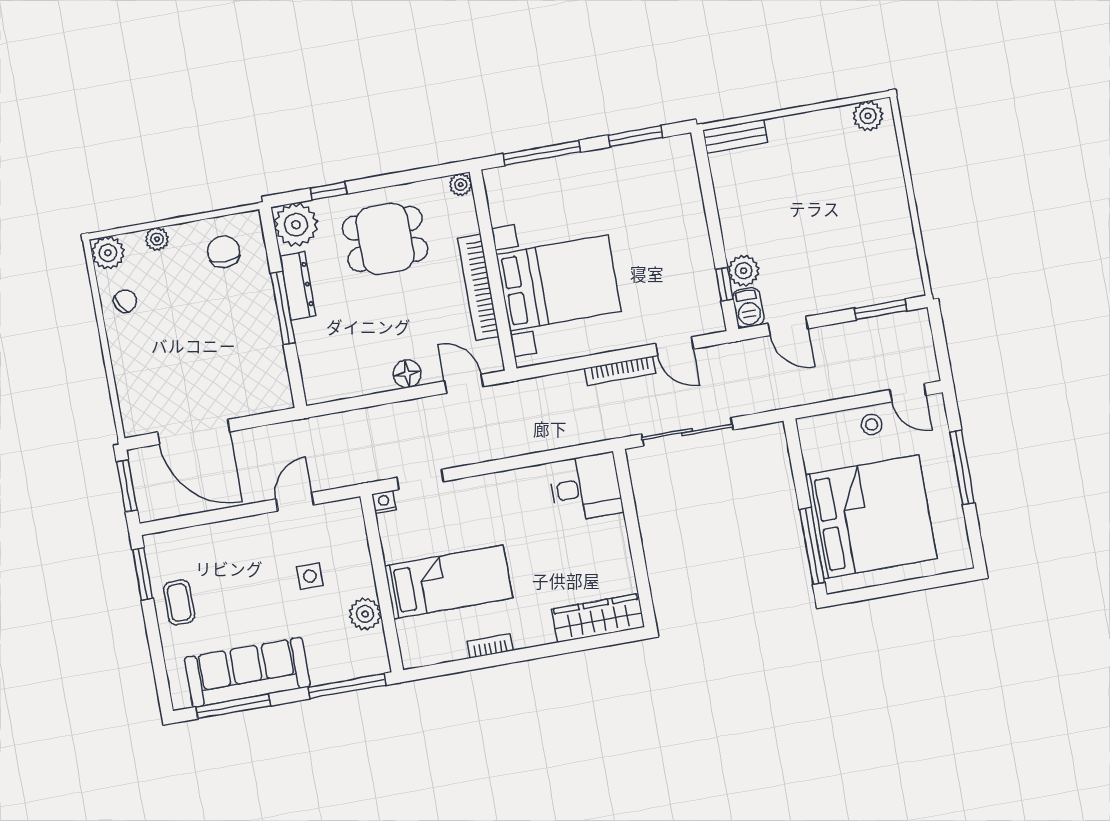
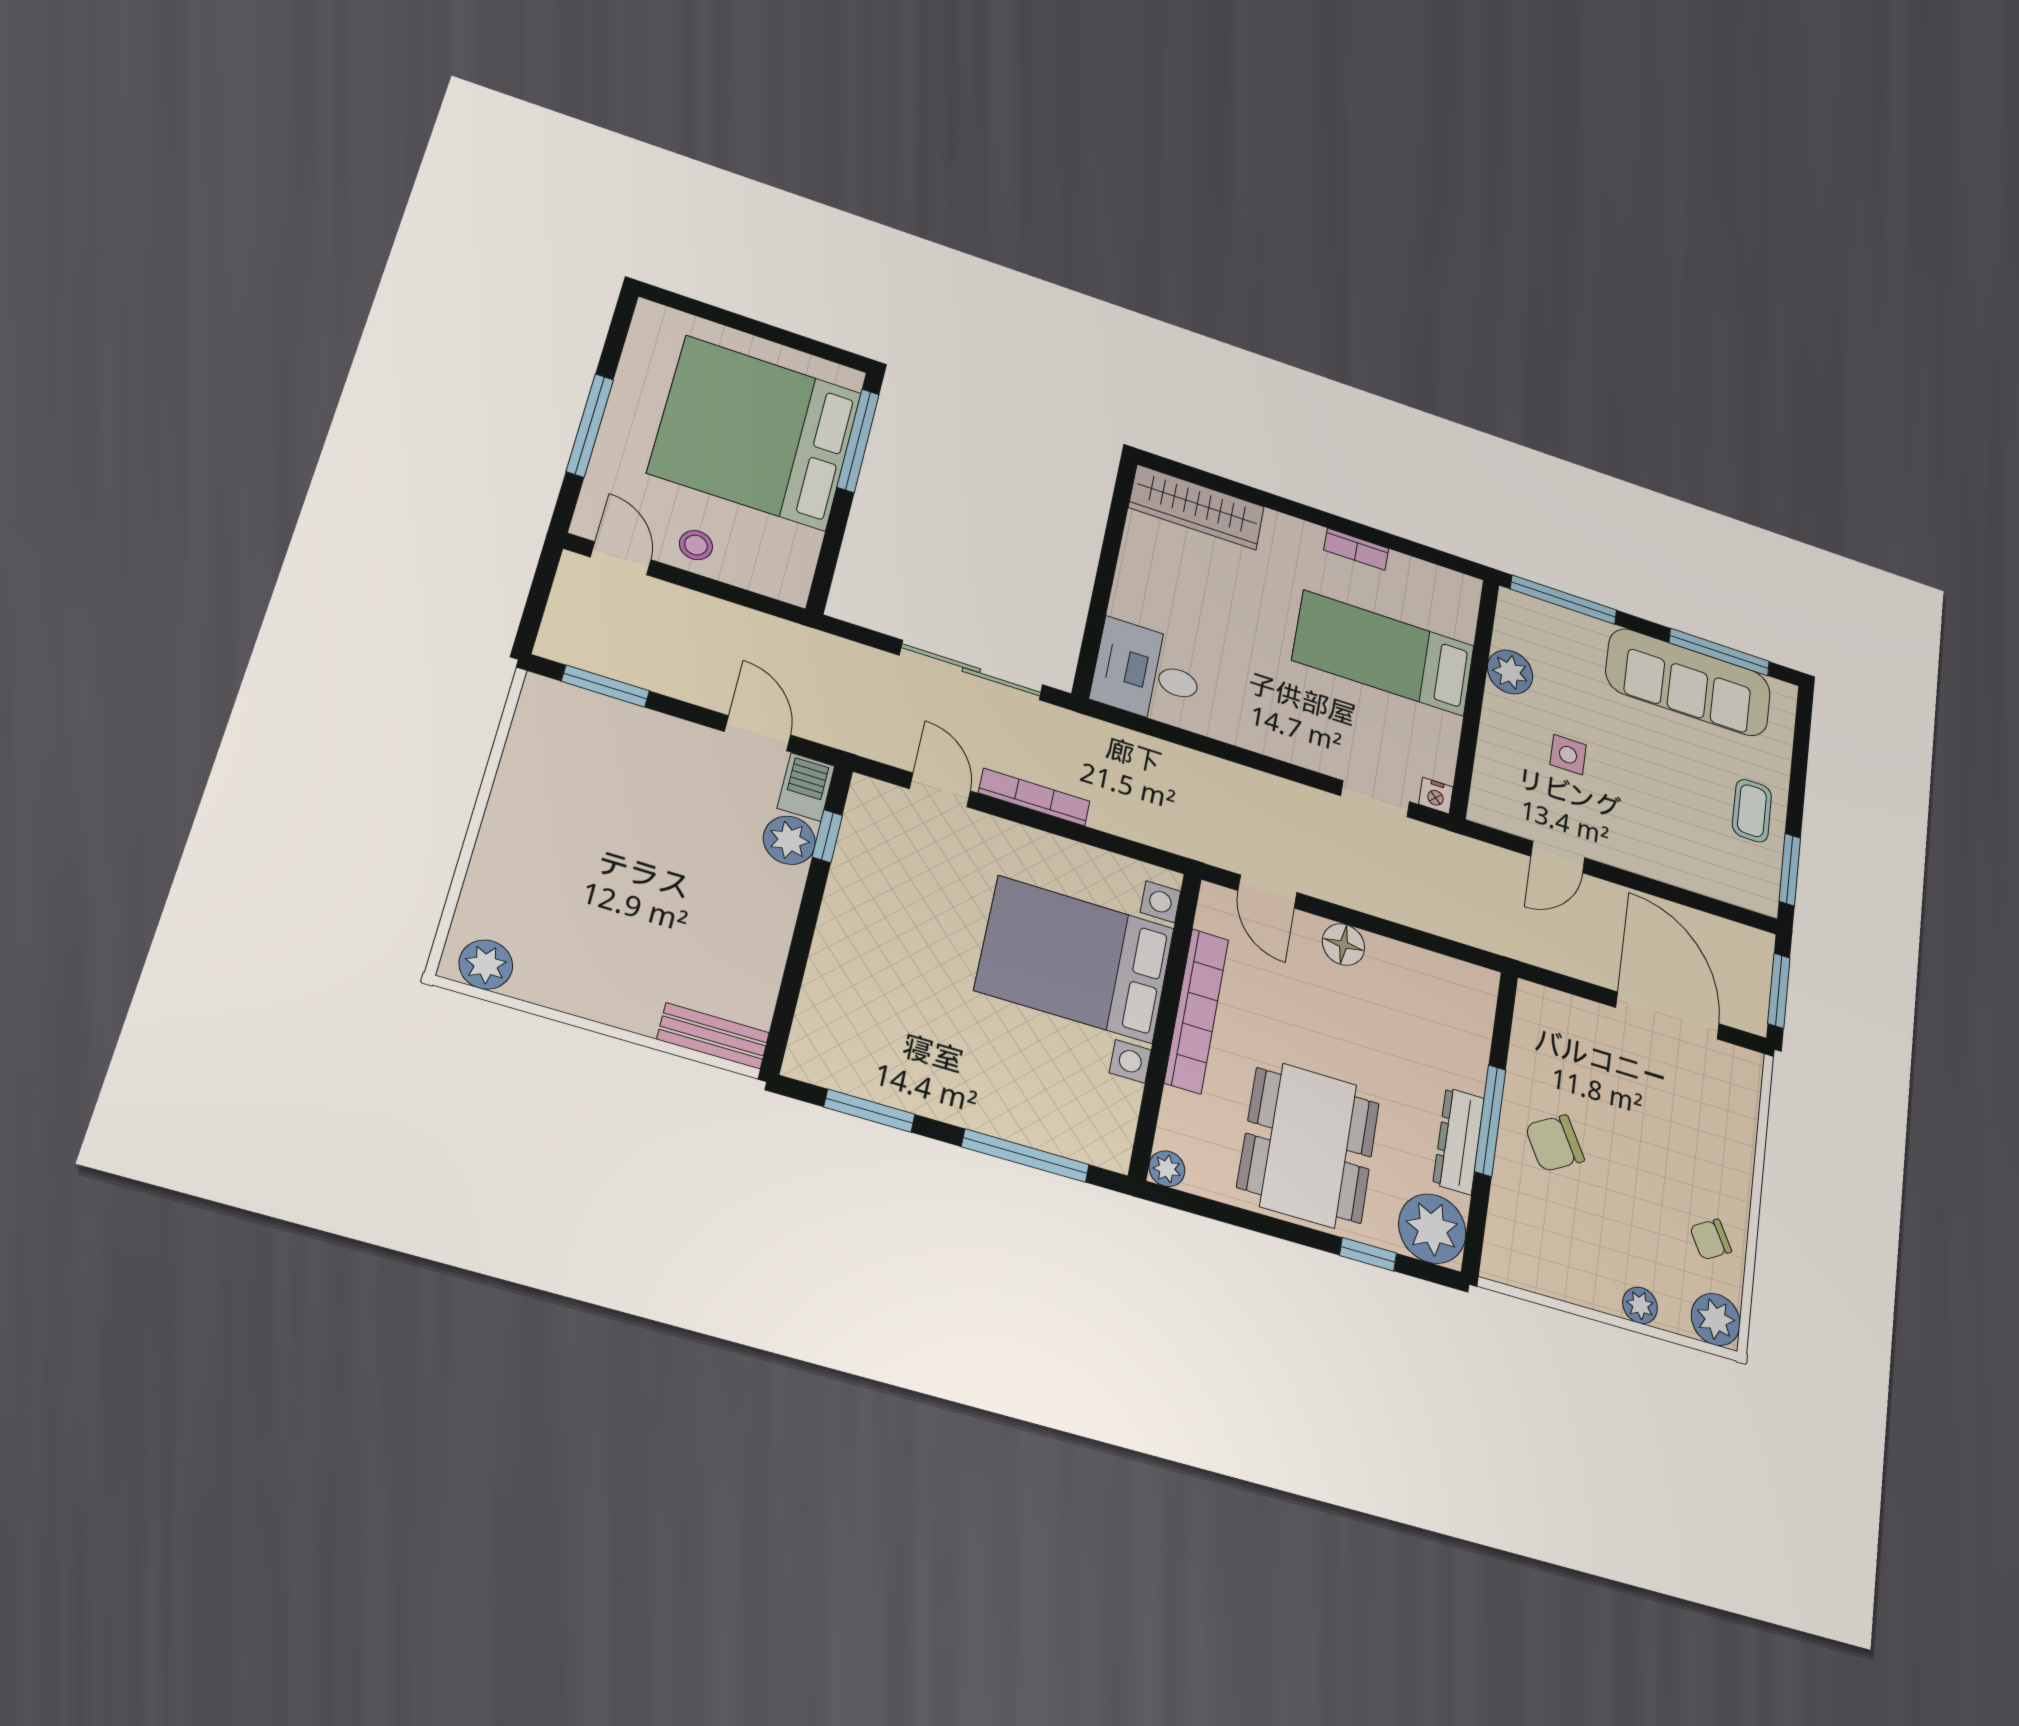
dining table: (385, 239) -> (1309, 1145), width x1.38
chair: (224, 252) -> (1555, 1143), moved, turned 60

